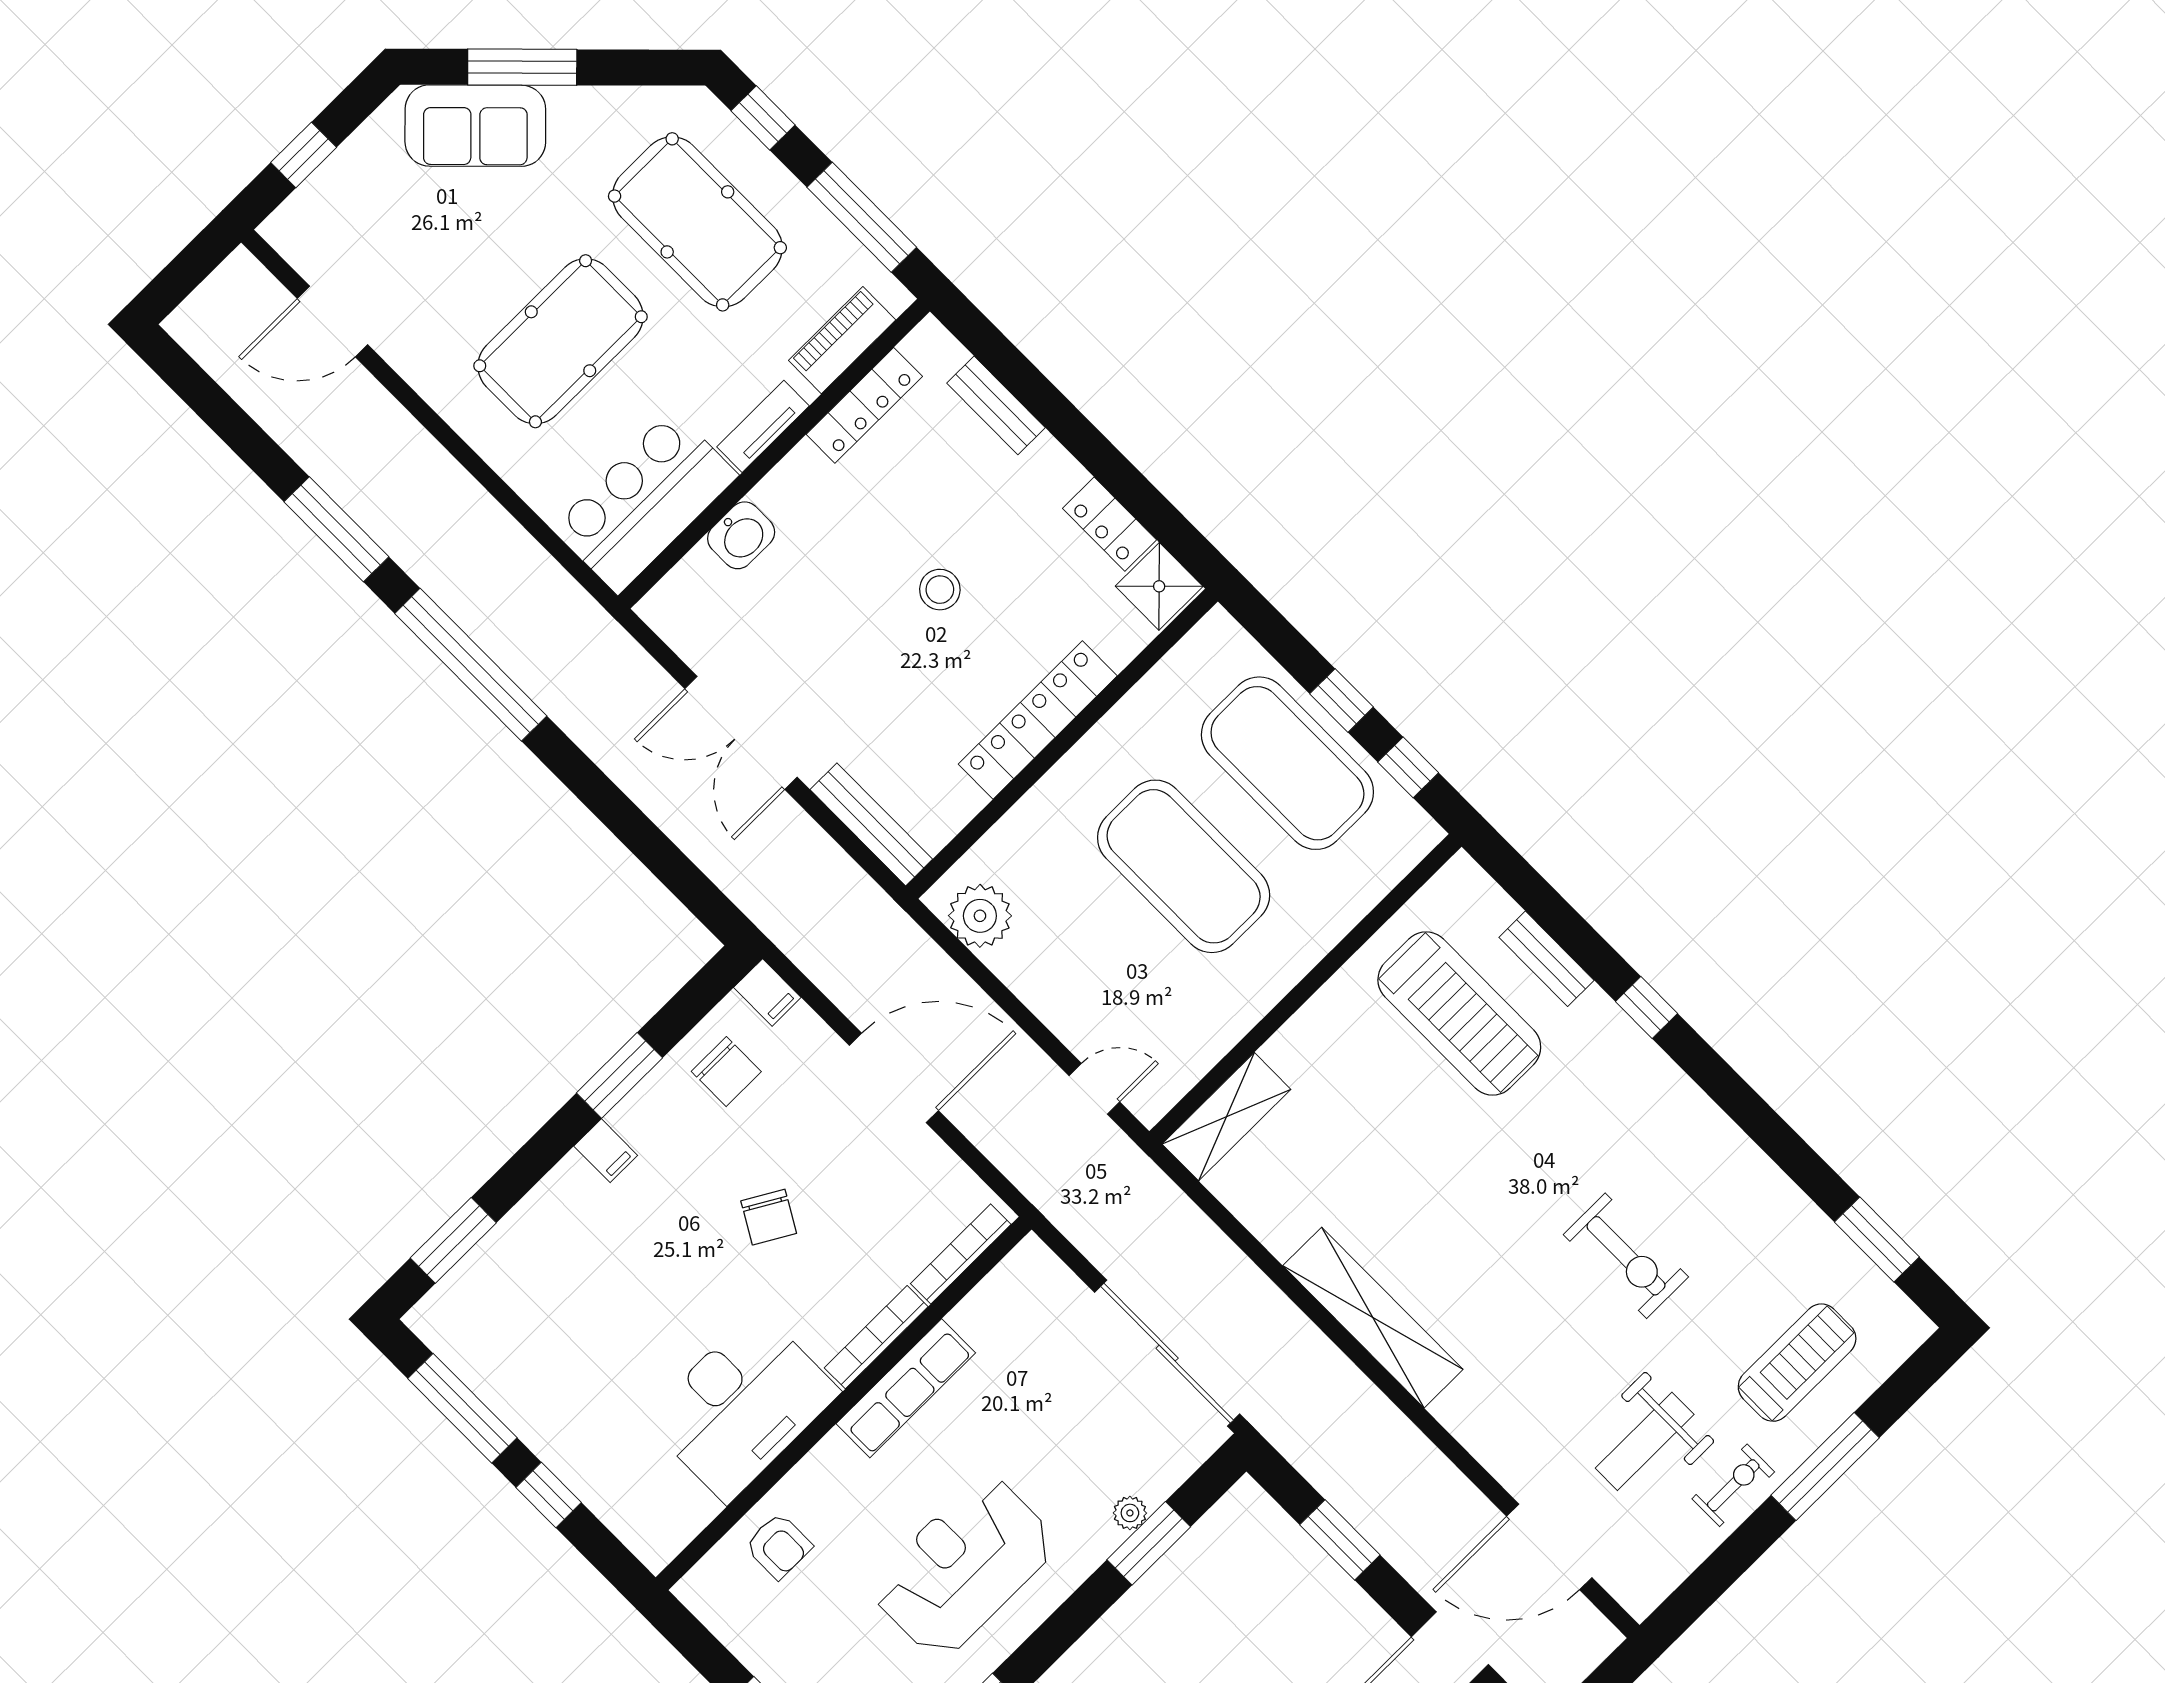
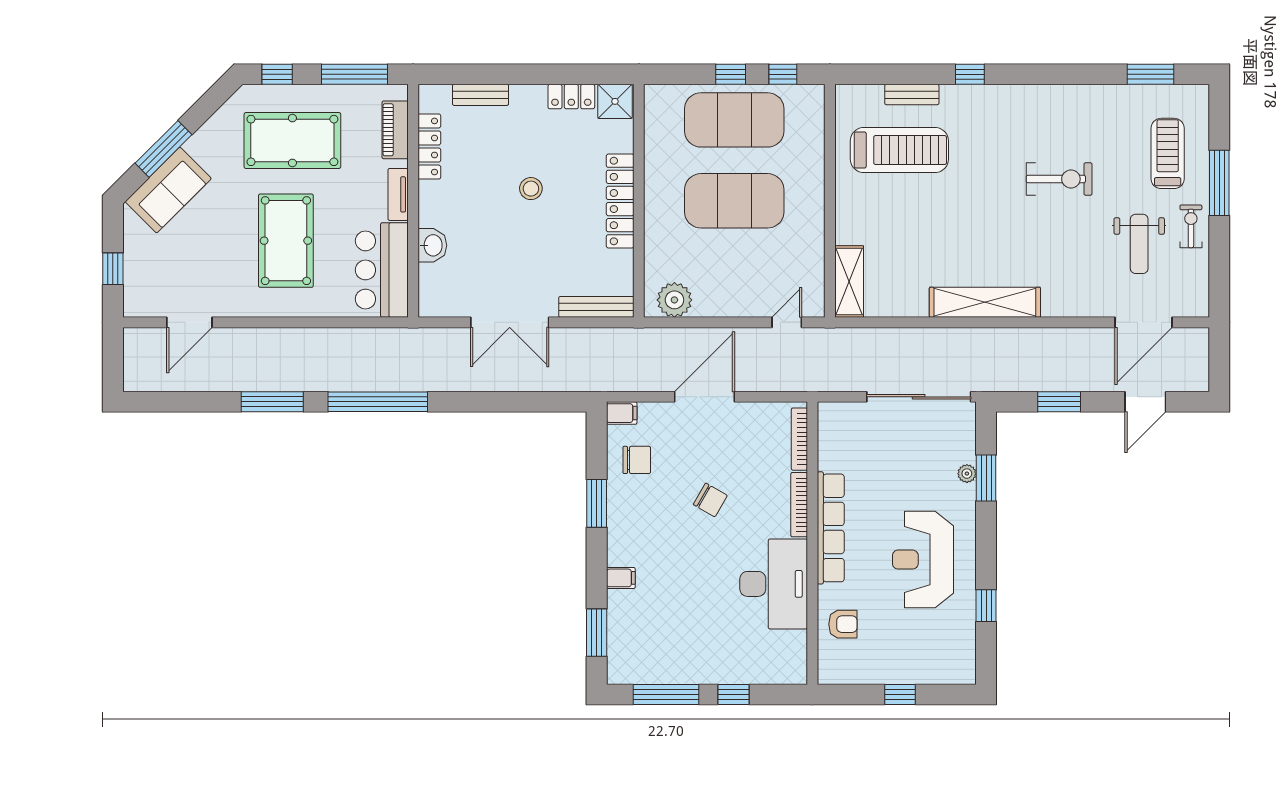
filing cabinet: (606, 1151) -> (621, 578), moved
row of seats: (906, 1388) -> (831, 528), width x1.36

